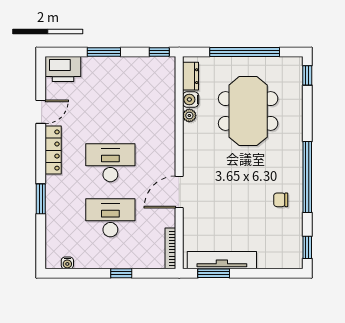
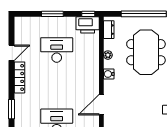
printer: (63, 69) -> (88, 25), moved
water cooler: (191, 99) -> (109, 74), moved
desk: (110, 163) -> (57, 50), moved

